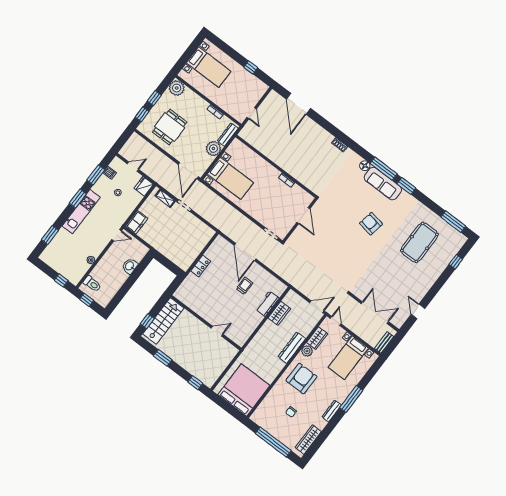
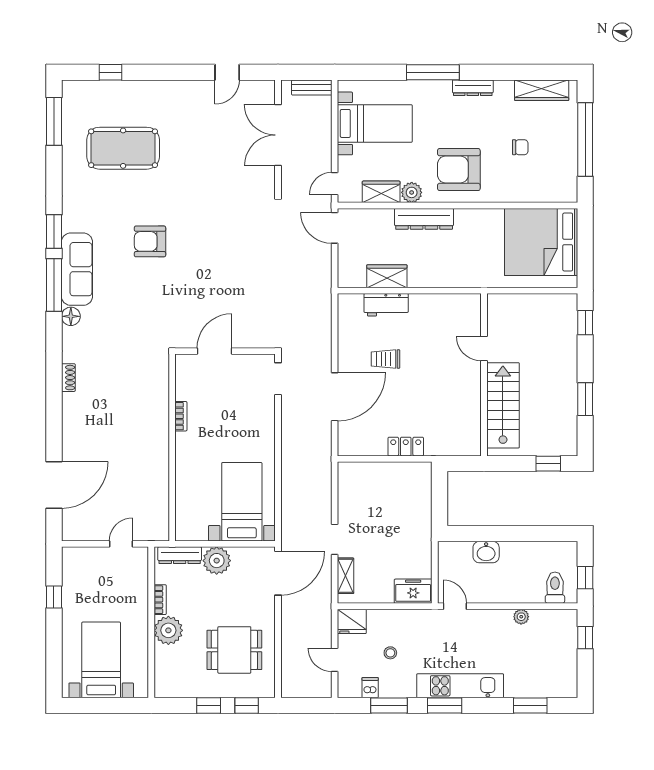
plant: (177, 88) -> (168, 630), moved
armchair: (371, 224) -> (150, 241), turned 80
stairs: (163, 321) -> (503, 405), moved, turned 90

